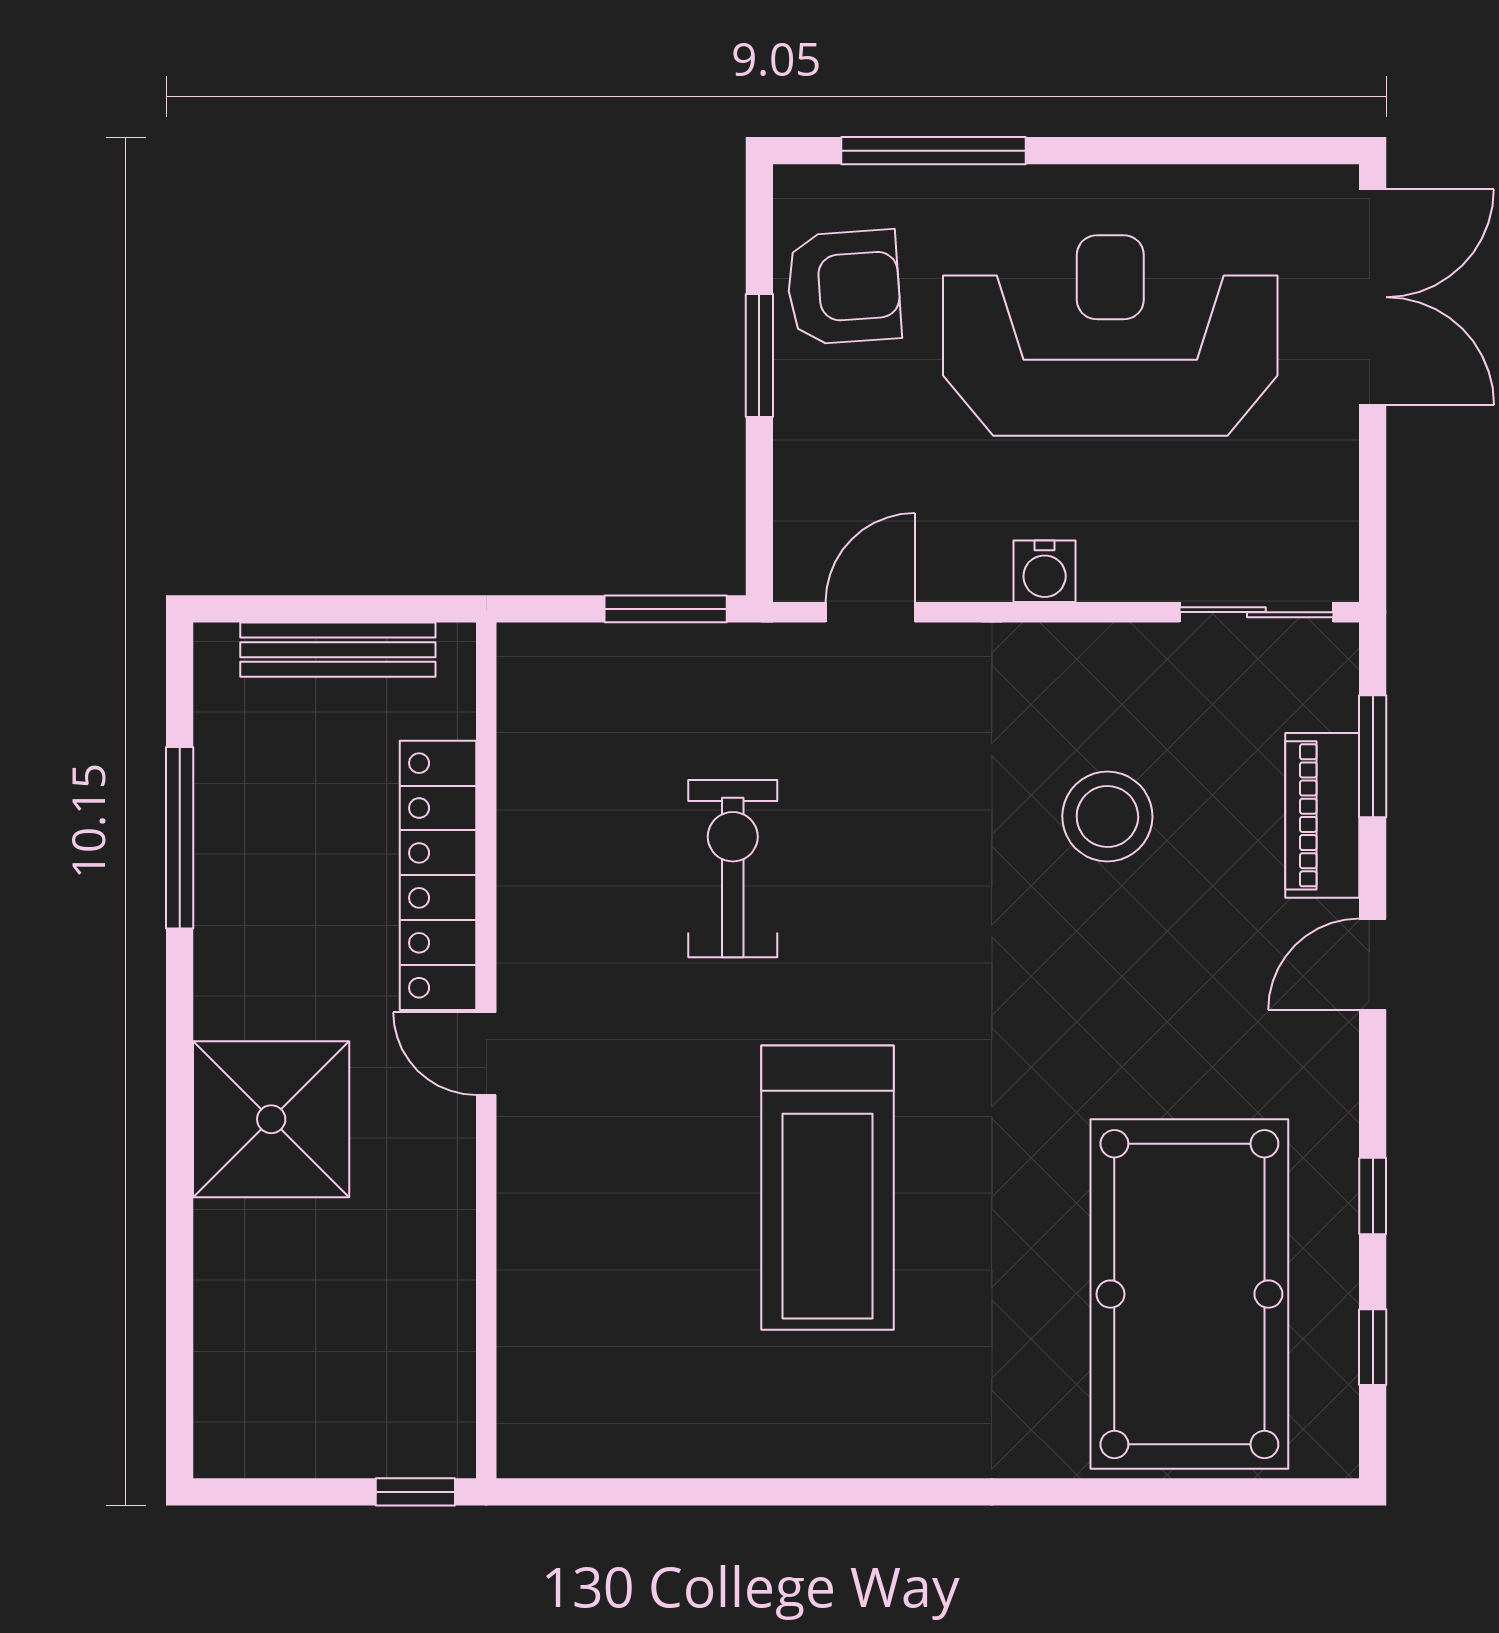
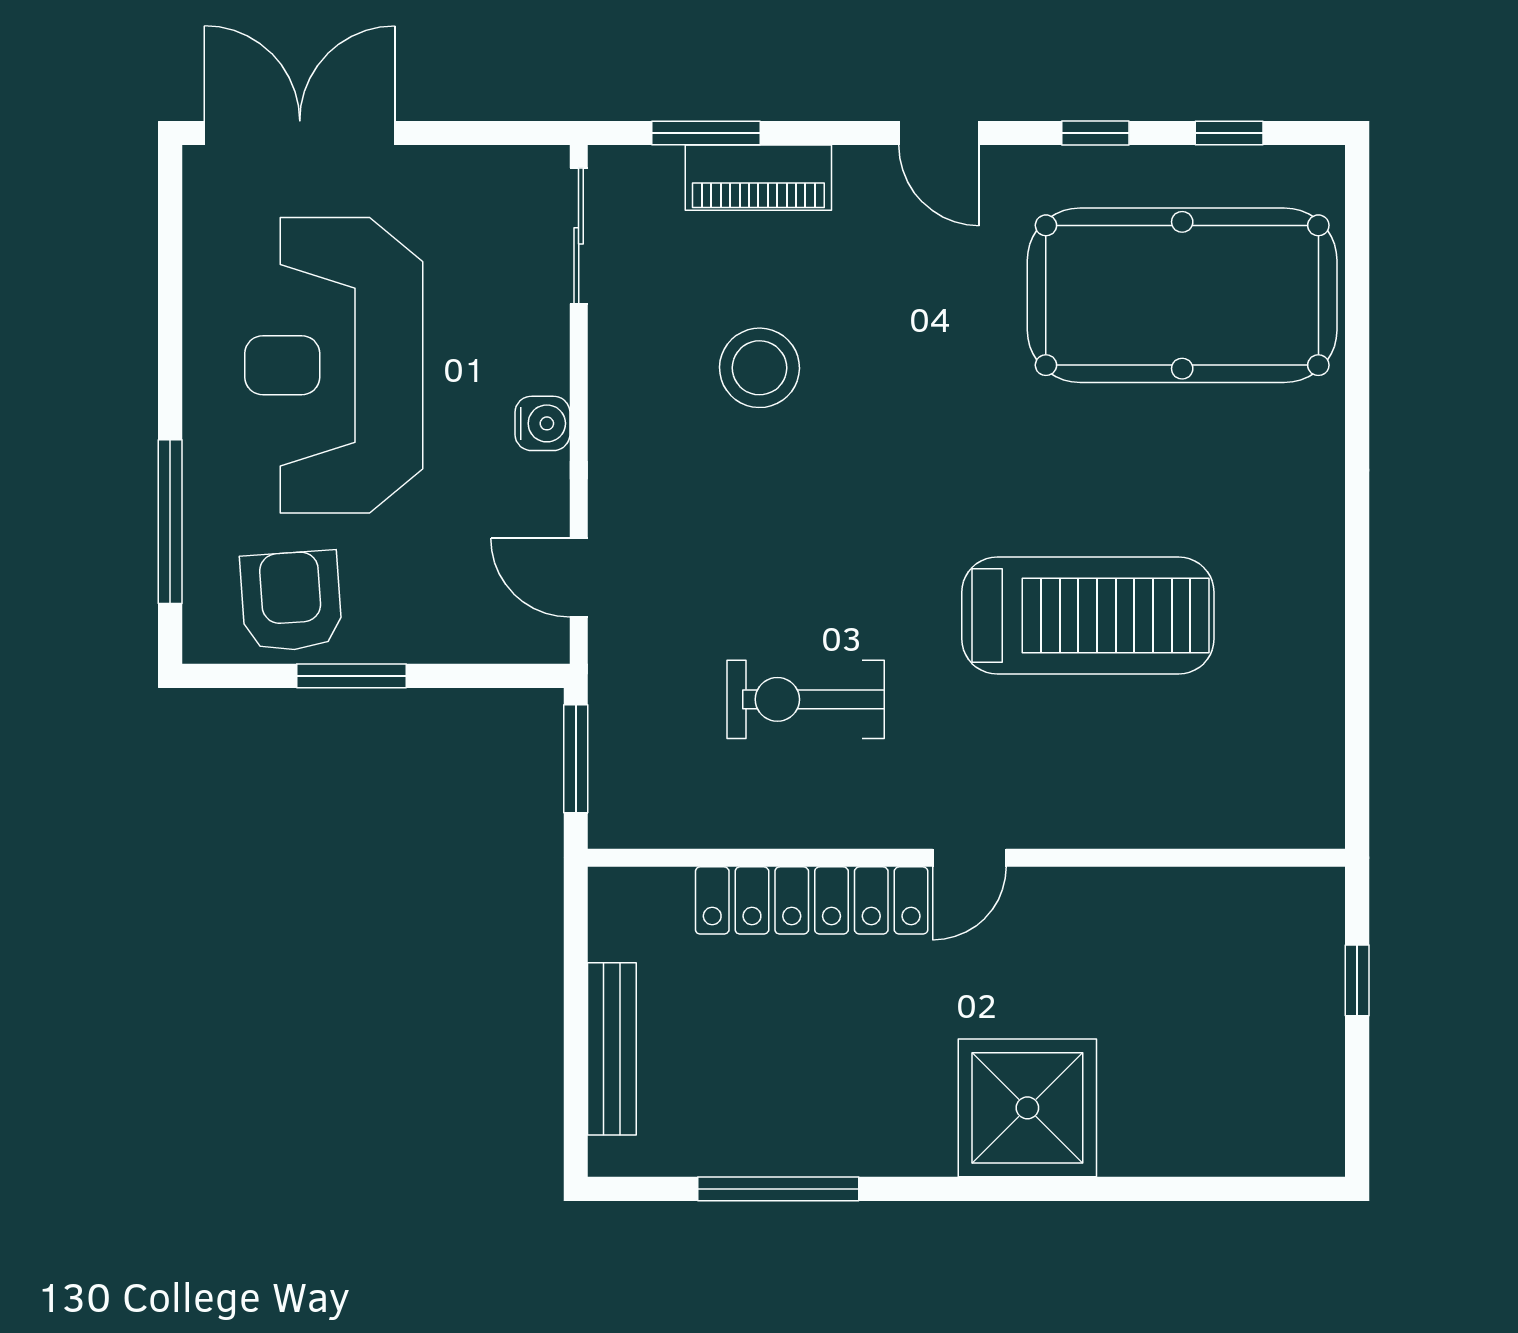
locker: (438, 875) -> (812, 900), moved
door: (1373, 964) -> (939, 133), moved
wall: (486, 1050) -> (966, 858), moved
door: (486, 1054) -> (969, 858), moved

